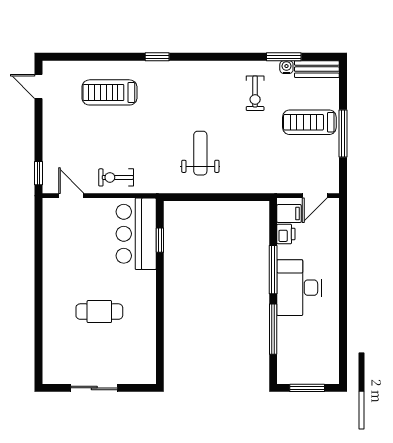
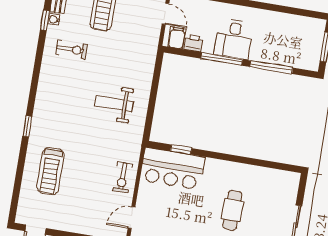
window: (284, 57) -> (45, 20), width x0.67
desk: (299, 288) -> (234, 39), width x0.73

